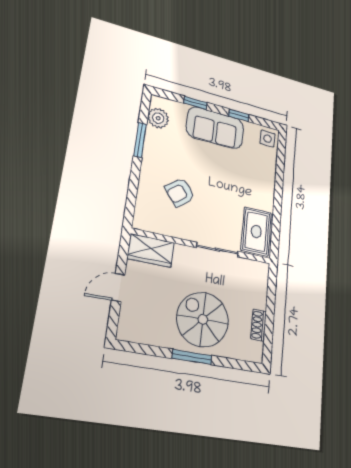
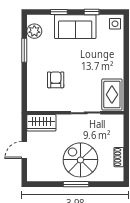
armchair: (180, 192) -> (56, 80), turned 128

